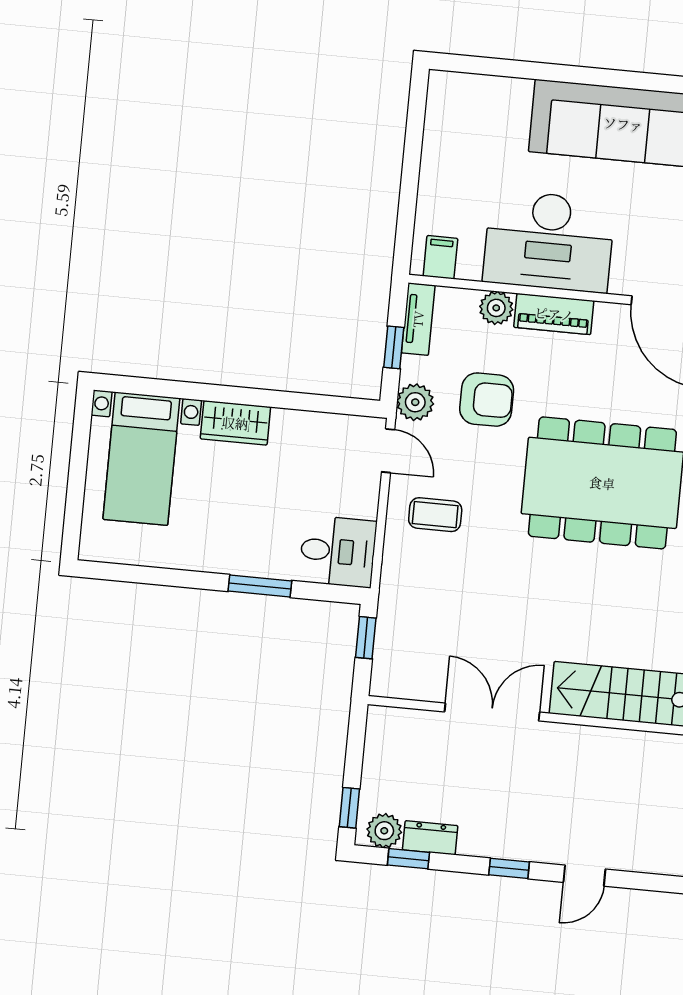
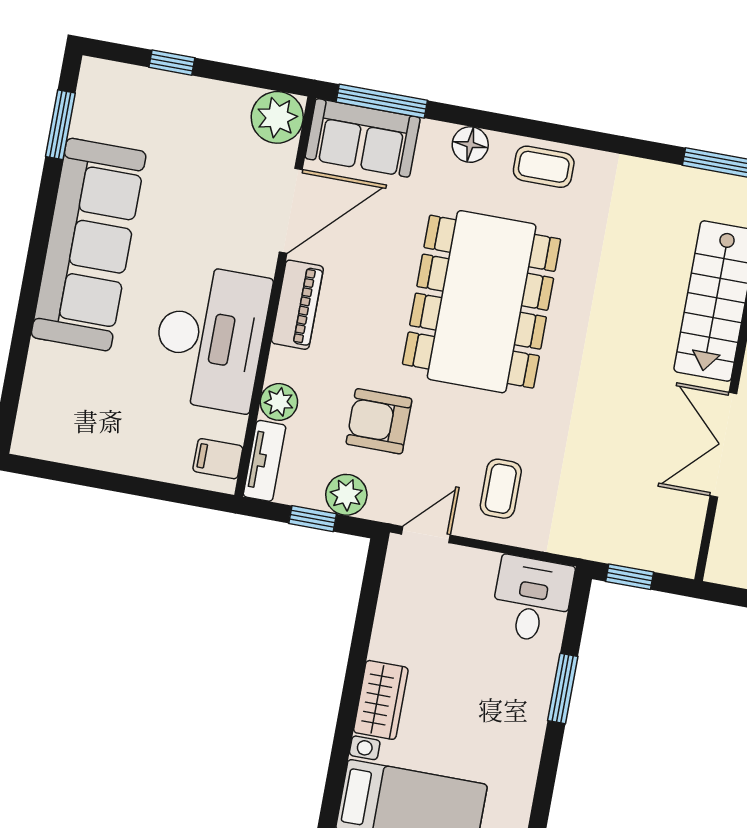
piano: (554, 314) -> (297, 305), moved
tv unit: (418, 319) -> (264, 461), moved, turned 90
armchair: (487, 400) -> (379, 421), turned -90
plant: (415, 402) -> (346, 495), moved

